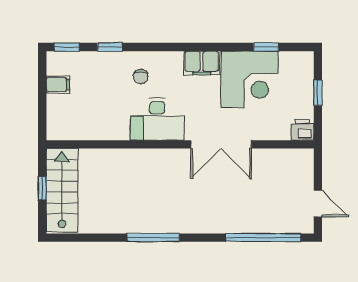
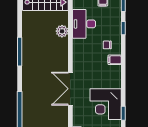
filing cabinet: (202, 63) -> (115, 60), moved, width x0.50
desk: (157, 119) -> (84, 24), moved
plant: (115, 160) -> (62, 31), added

